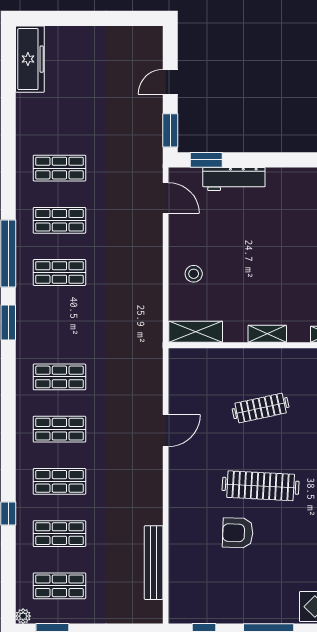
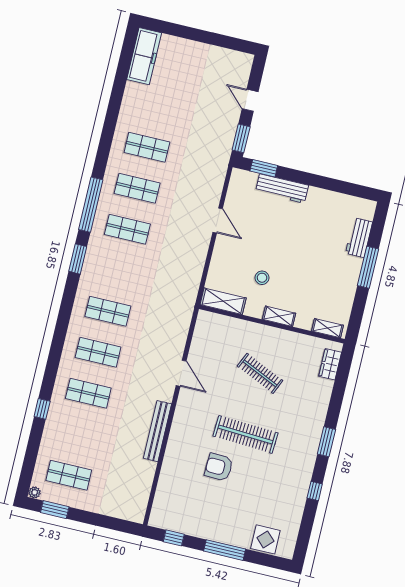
door: (170, 82) -> (250, 100), hinge flipped
door: (166, 198) -> (218, 220), moved
stool: (194, 274) -> (262, 278), moved
clothes rail: (261, 408) -> (260, 373), turned 36
door: (166, 431) -> (181, 373), hinge flipped
shop shelf: (59, 534) -> (79, 434), removed
bench: (154, 563) -> (157, 431), moved

